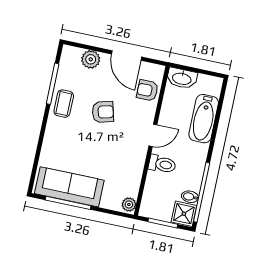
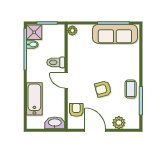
armchair: (147, 90) -> (76, 110), turned -90
door: (153, 135) -> (66, 80), hinge flipped

